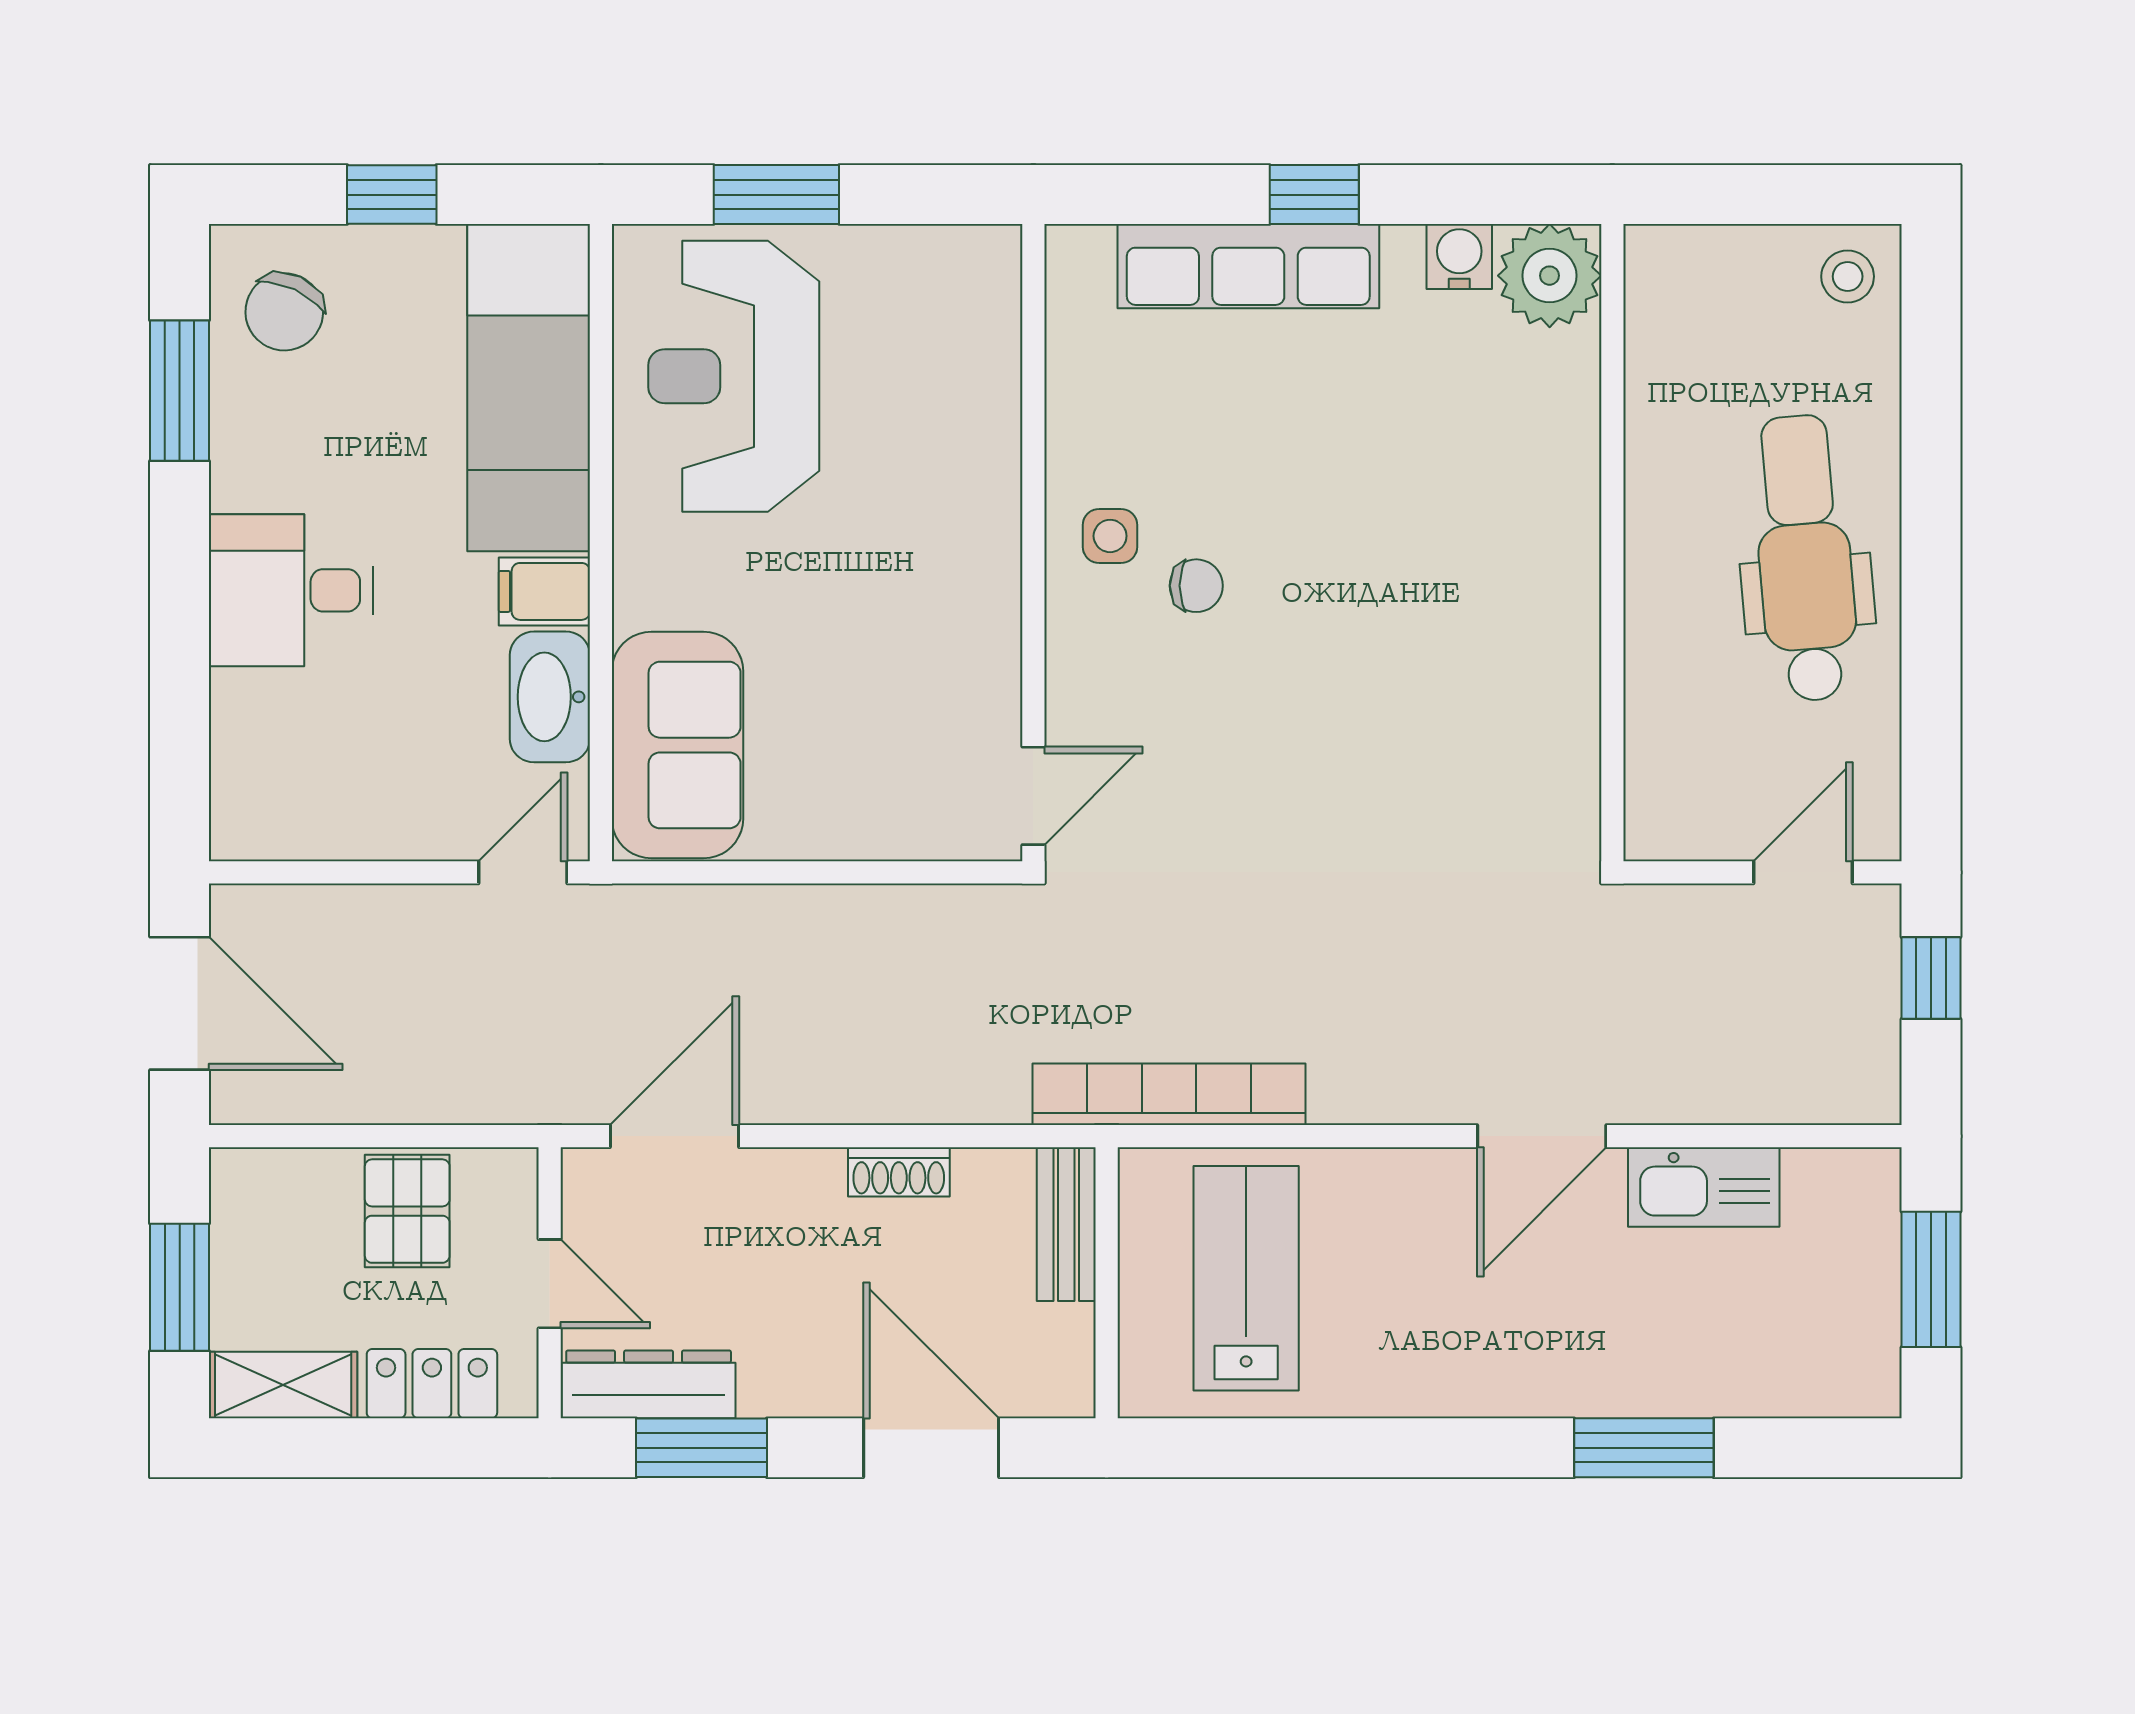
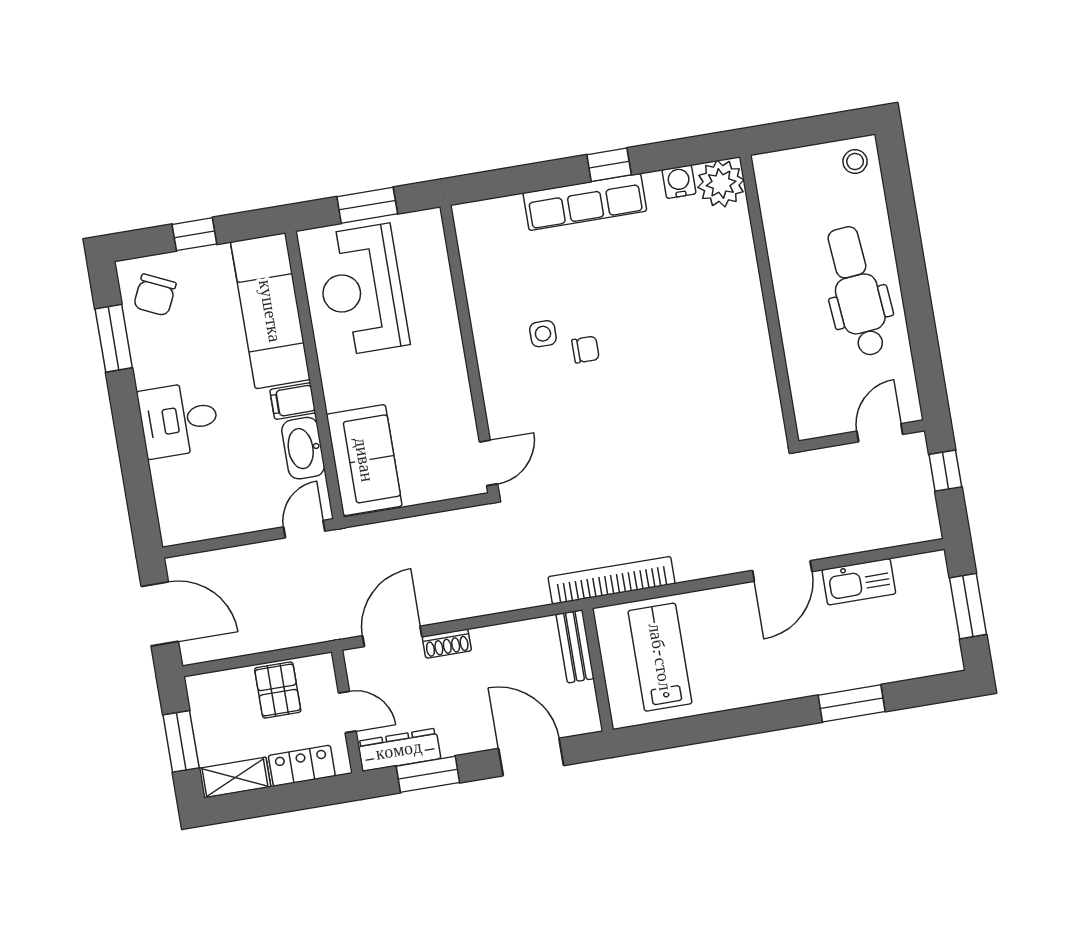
wall: (1033, 543) -> (469, 349), moved
door: (1033, 796) -> (488, 463), moved
shoe rack: (899, 1172) -> (447, 644), moved

